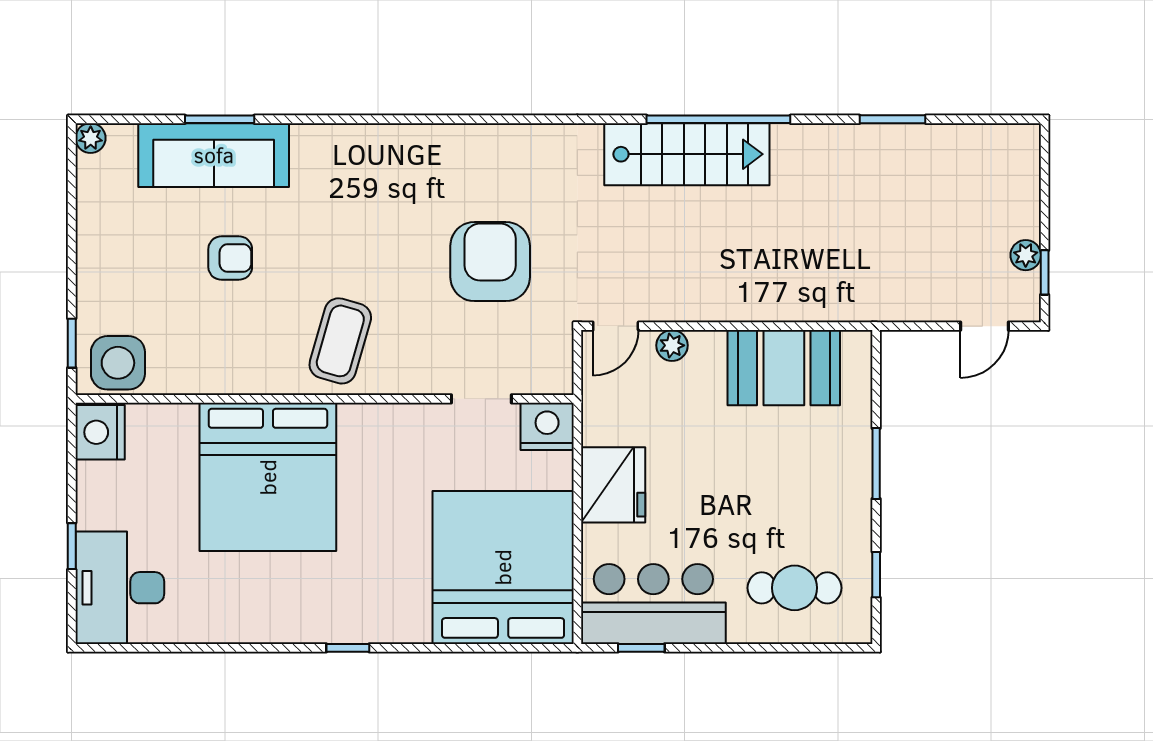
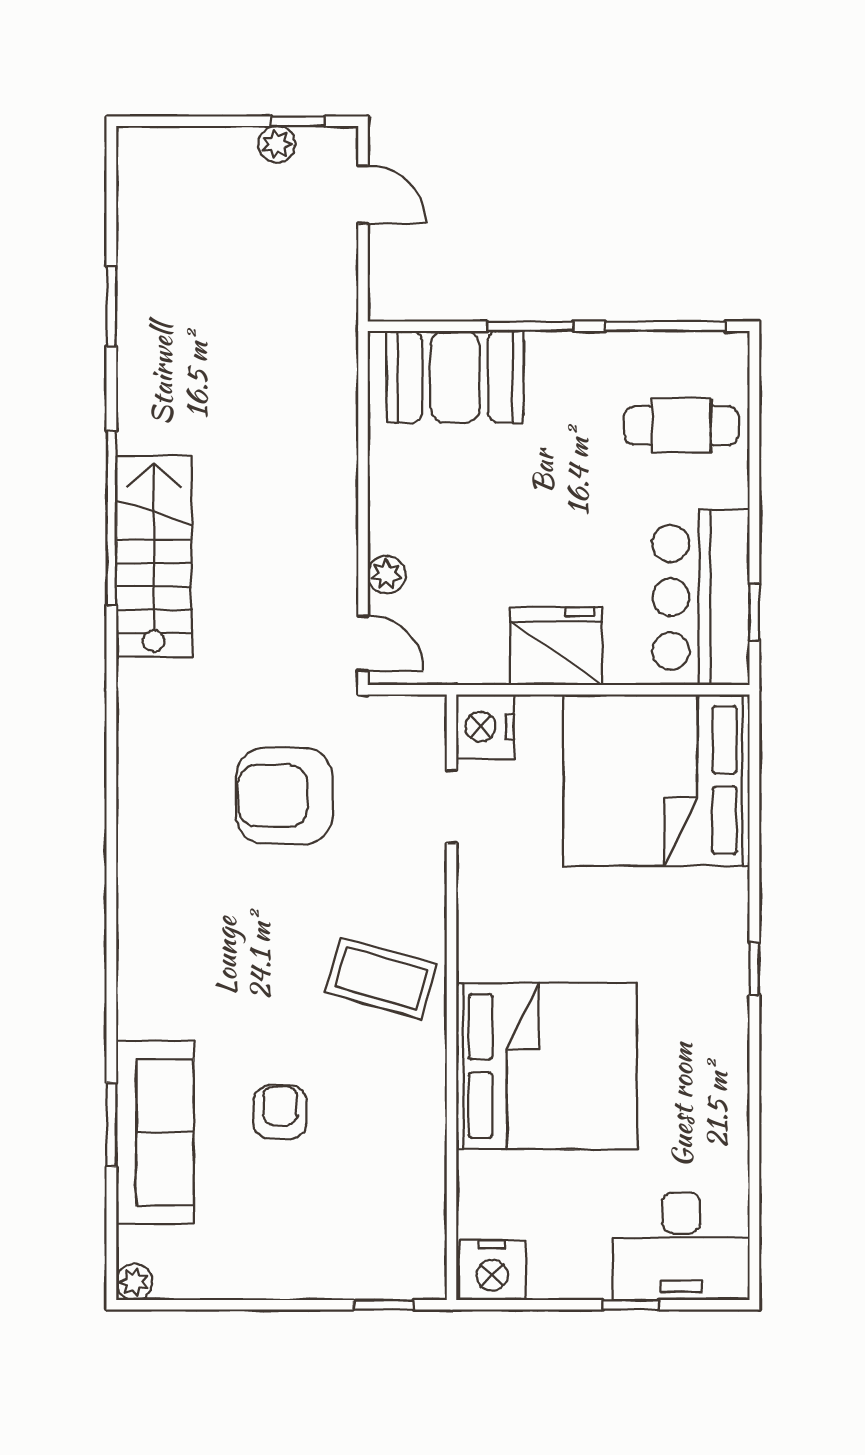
side table: (118, 363) -> (408, 1249), removed
booth: (784, 368) -> (455, 377), moved, turned 90
window: (876, 575) -> (665, 326), width x2.17
cafe table: (795, 588) -> (681, 426), turned 90

